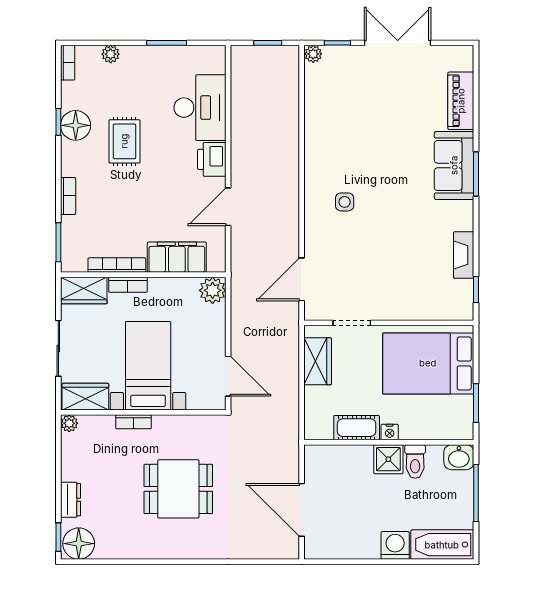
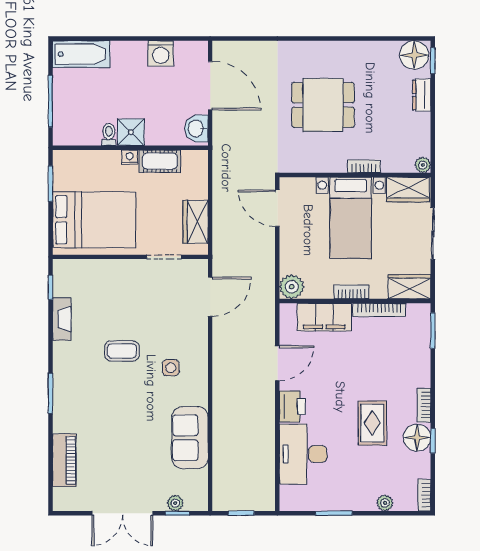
plant: (313, 54) -> (175, 503), moved
sofa: (454, 165) -> (190, 438), moved, turned 180
bookcase: (68, 196) -> (424, 405), moved
coffee table: (398, 220) -> (122, 351), added
bookcase: (128, 285) -> (351, 292), moved
washbasin: (459, 457) -> (196, 128), moved, turned -90
toilet: (415, 462) -> (109, 134), width x0.73, depth x0.72
washing machine: (395, 545) -> (161, 53), moved

